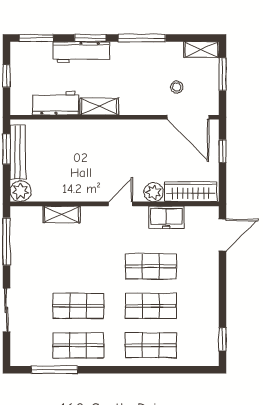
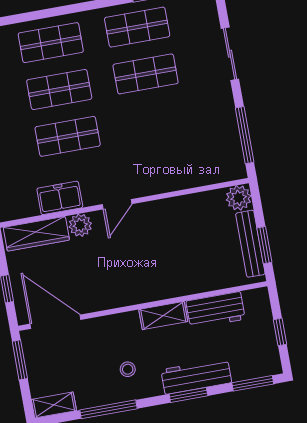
window: (142, 38) -> (108, 409), moved
window: (223, 74) -> (20, 360), moved
stool: (177, 87) -> (128, 369), moved
shelving: (62, 214) -> (185, 179), removed

